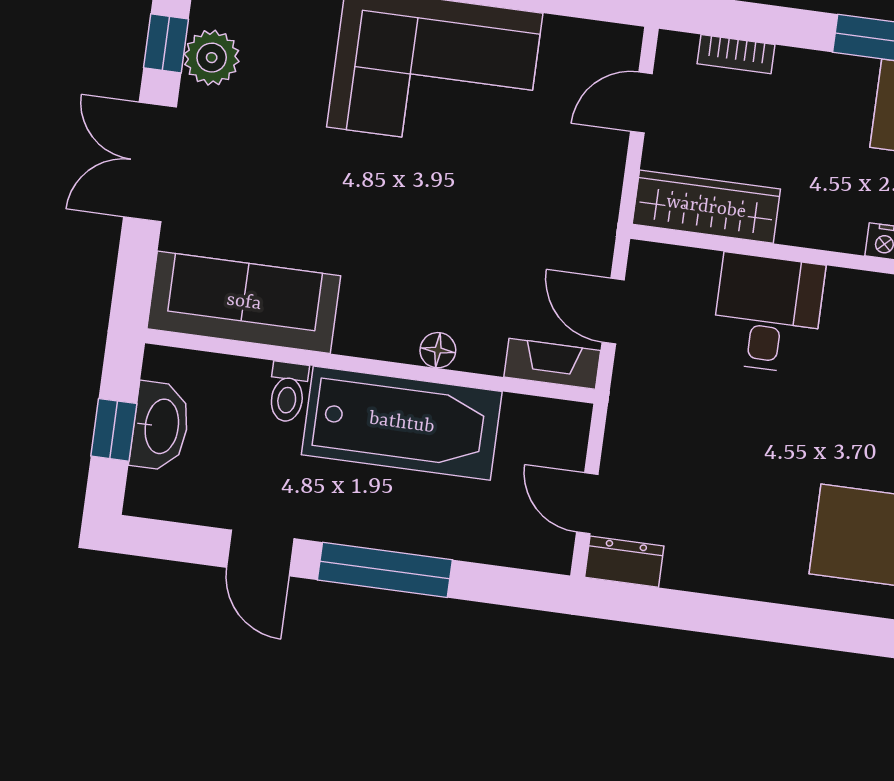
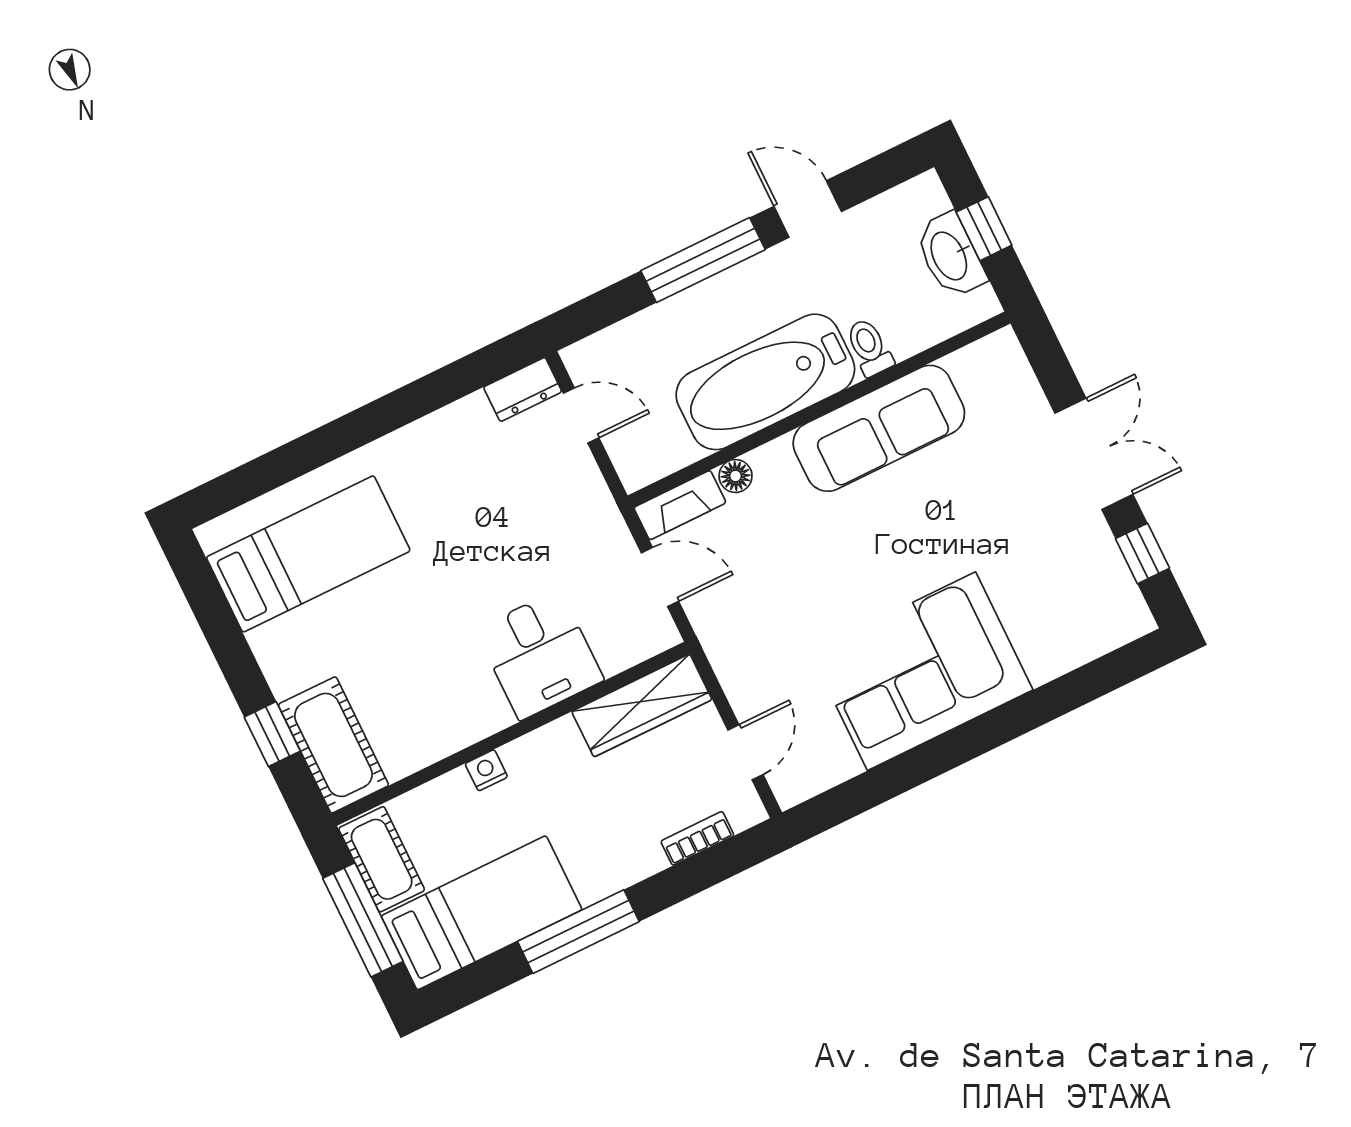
plant: (212, 58) -> (1100, 566), removed
sofa: (244, 302) -> (879, 428), moved
floor lamp: (438, 350) -> (736, 476), moved

